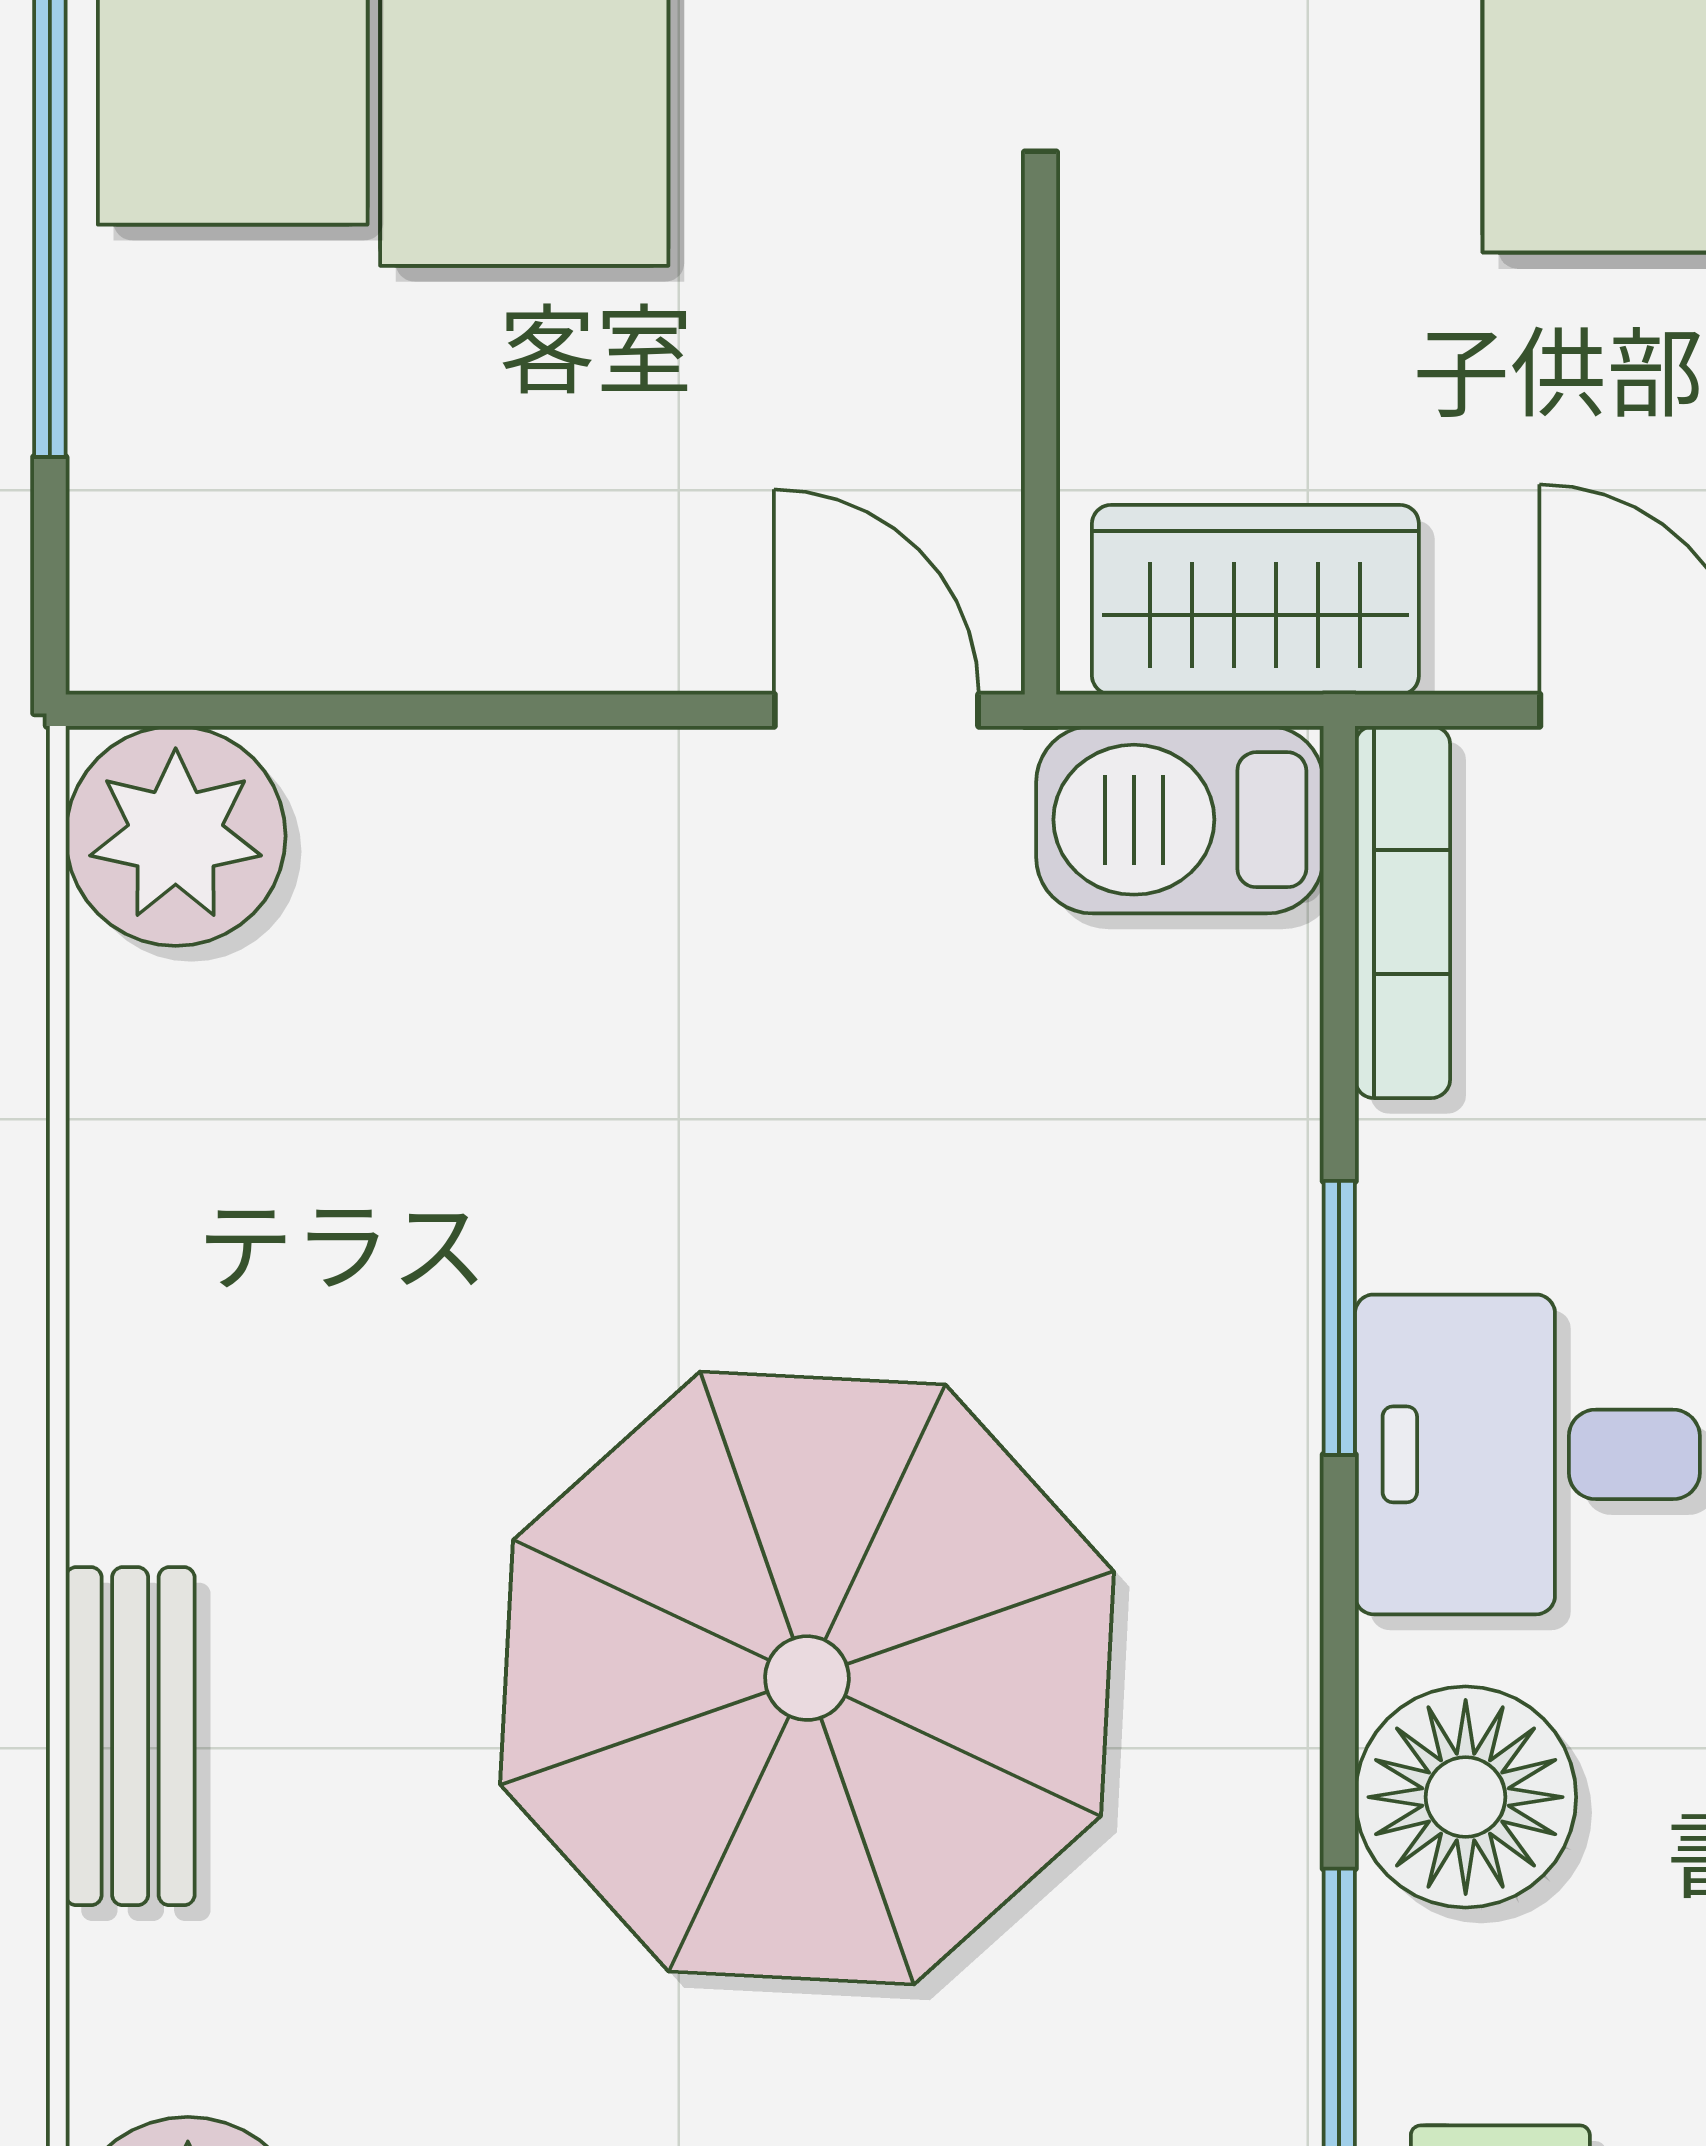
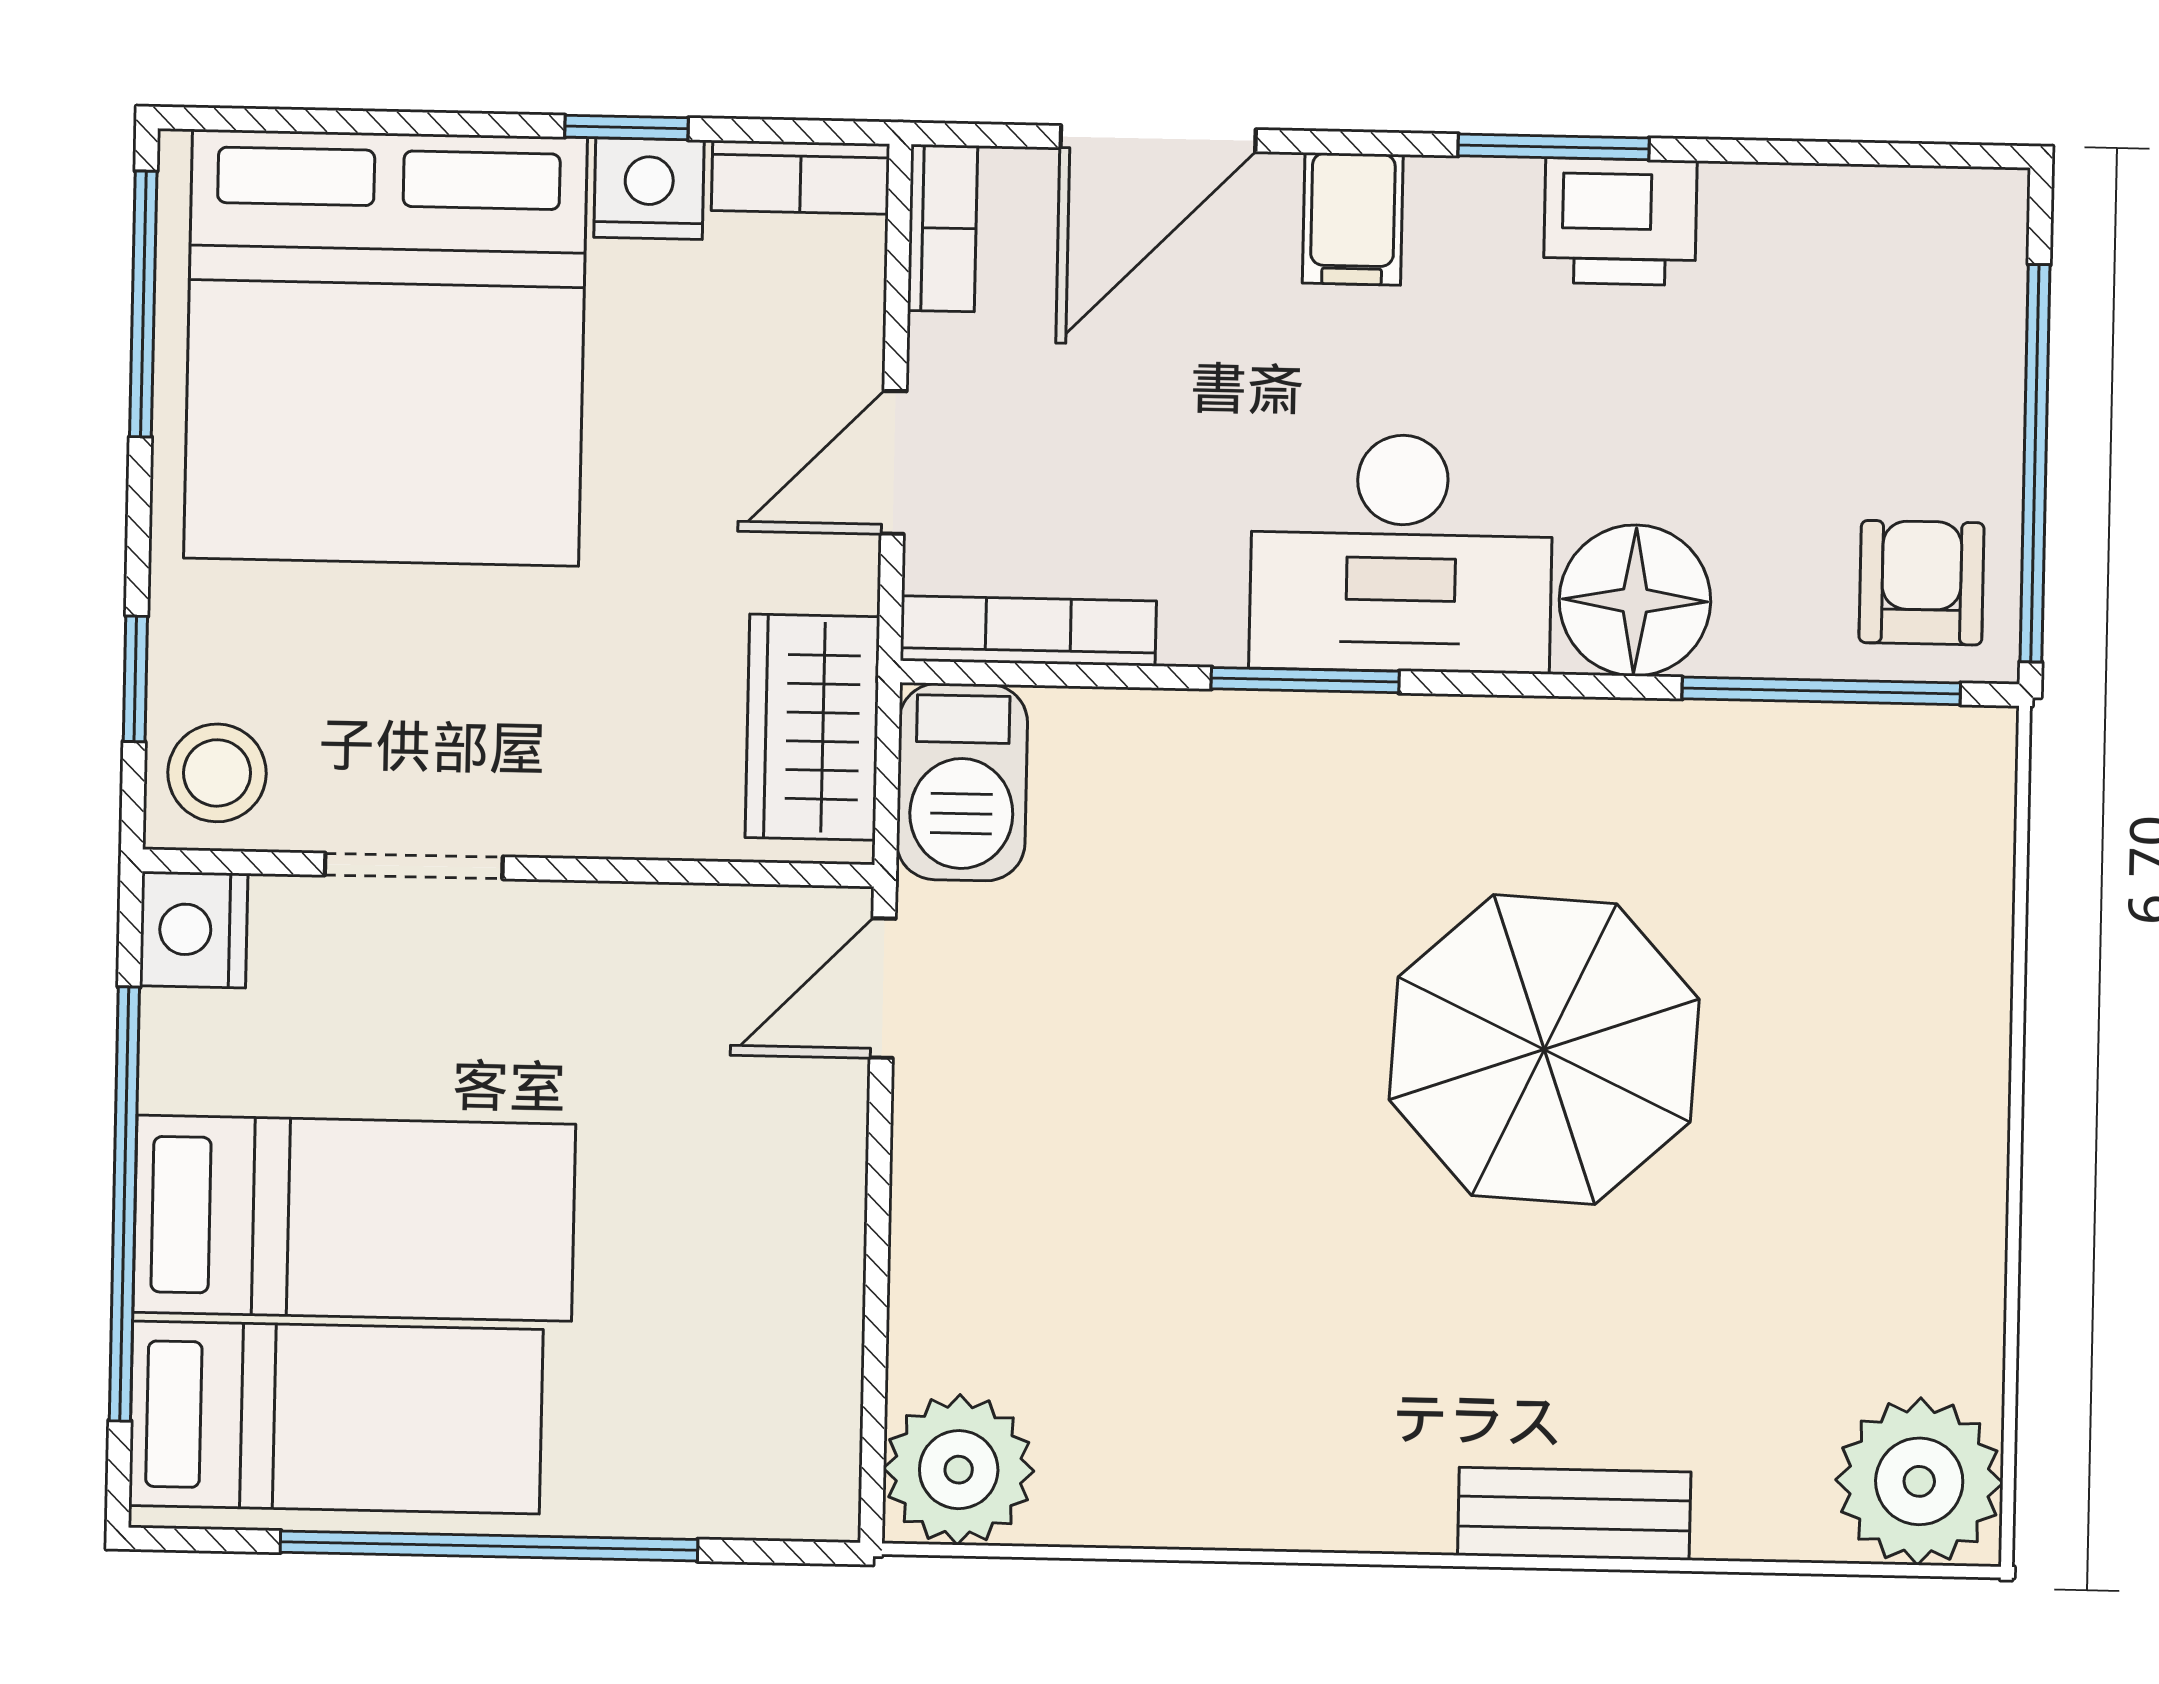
desk: (1527, 1454) -> (1401, 553), width x1.37
parasol: (807, 1678) -> (1544, 1050), width x0.73, depth x0.73

